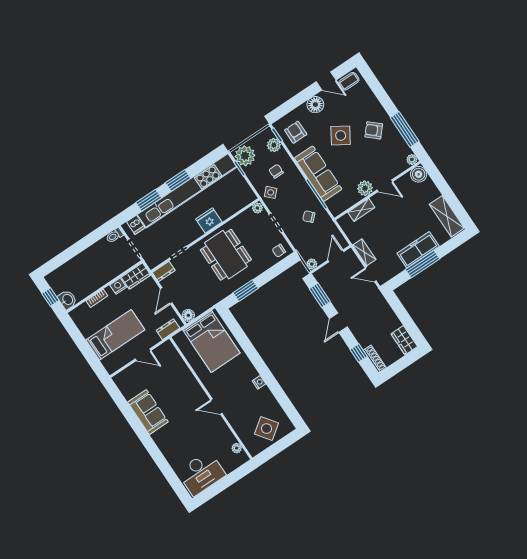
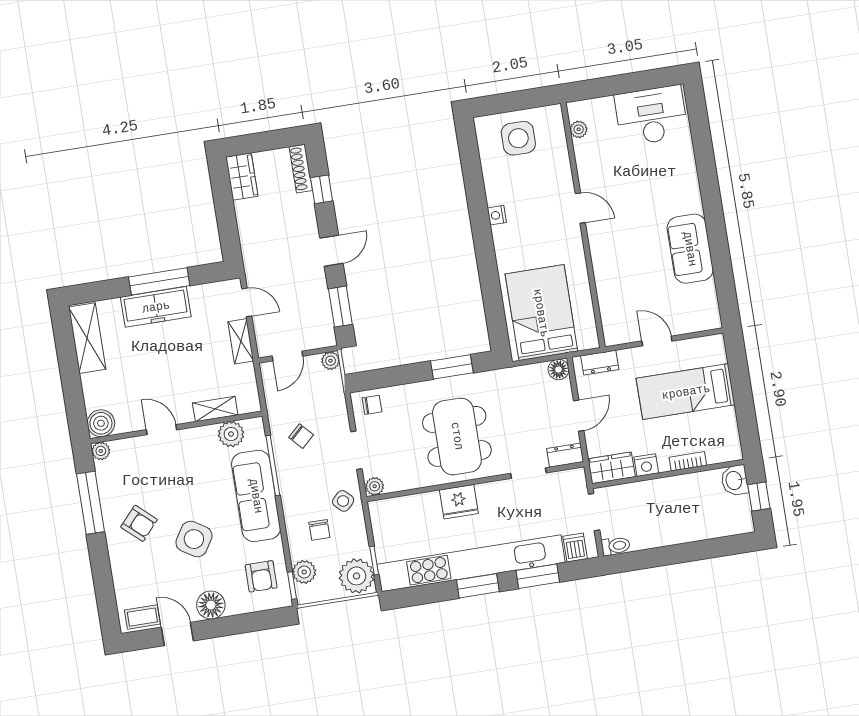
plant: (365, 188) -> (231, 434), moved
side table: (267, 429) -> (518, 138), turned 36

